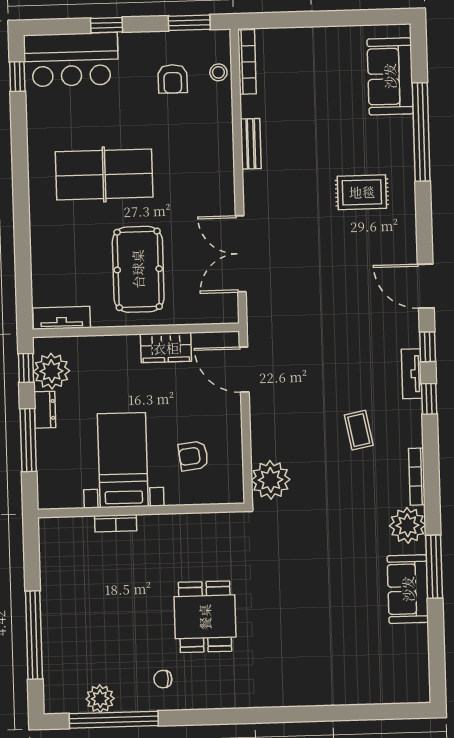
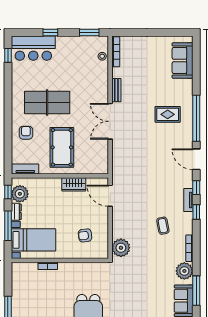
armchair: (173, 79) -> (26, 133), moved, turned 180
window: (421, 132) -> (196, 118), moved
double door: (241, 254) -> (110, 121), moved
bed with nightstands: (123, 460) -> (33, 240), moved, turned 90

